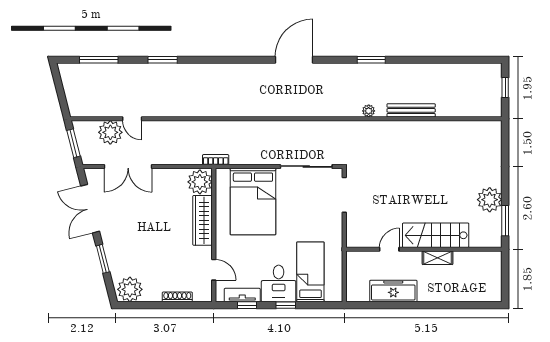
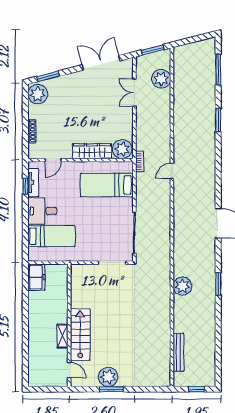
bench: (411, 110) -> (178, 352), moved
plant: (369, 111) -> (182, 286), width x1.88, depth x1.88
door: (132, 119) -> (172, 171), moved
double door: (128, 166) -> (134, 93), width x0.73
bed: (253, 201) -> (107, 185), width x0.67
window: (505, 221) -> (111, 389), moved
door: (389, 249) -> (69, 370), moved
window: (103, 259) -> (48, 76), moved
freezer: (393, 291) -> (36, 277), moved, width x0.71
window: (286, 305) -> (25, 217), removed

